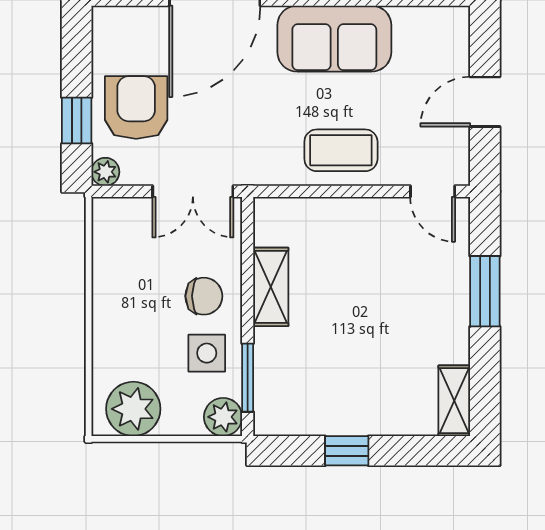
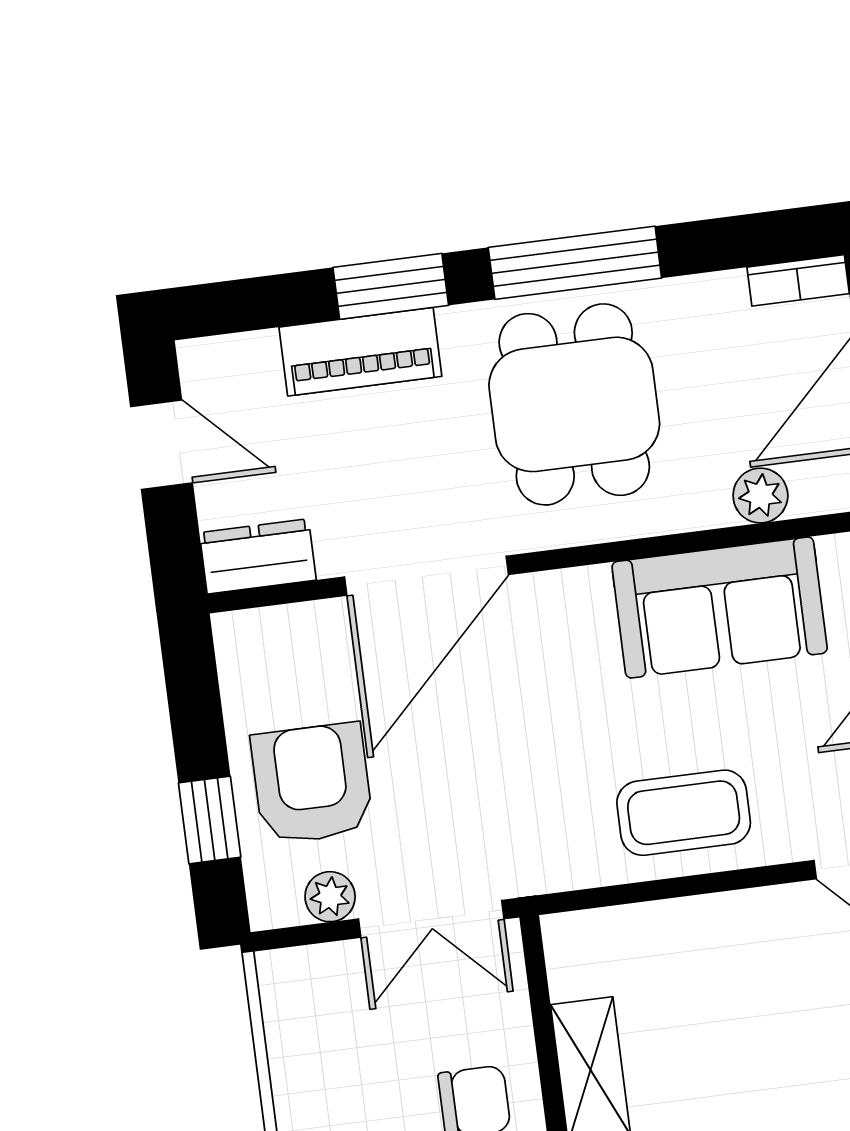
sofa: (334, 39) -> (720, 607), moved
plant: (105, 172) -> (330, 897), moved

